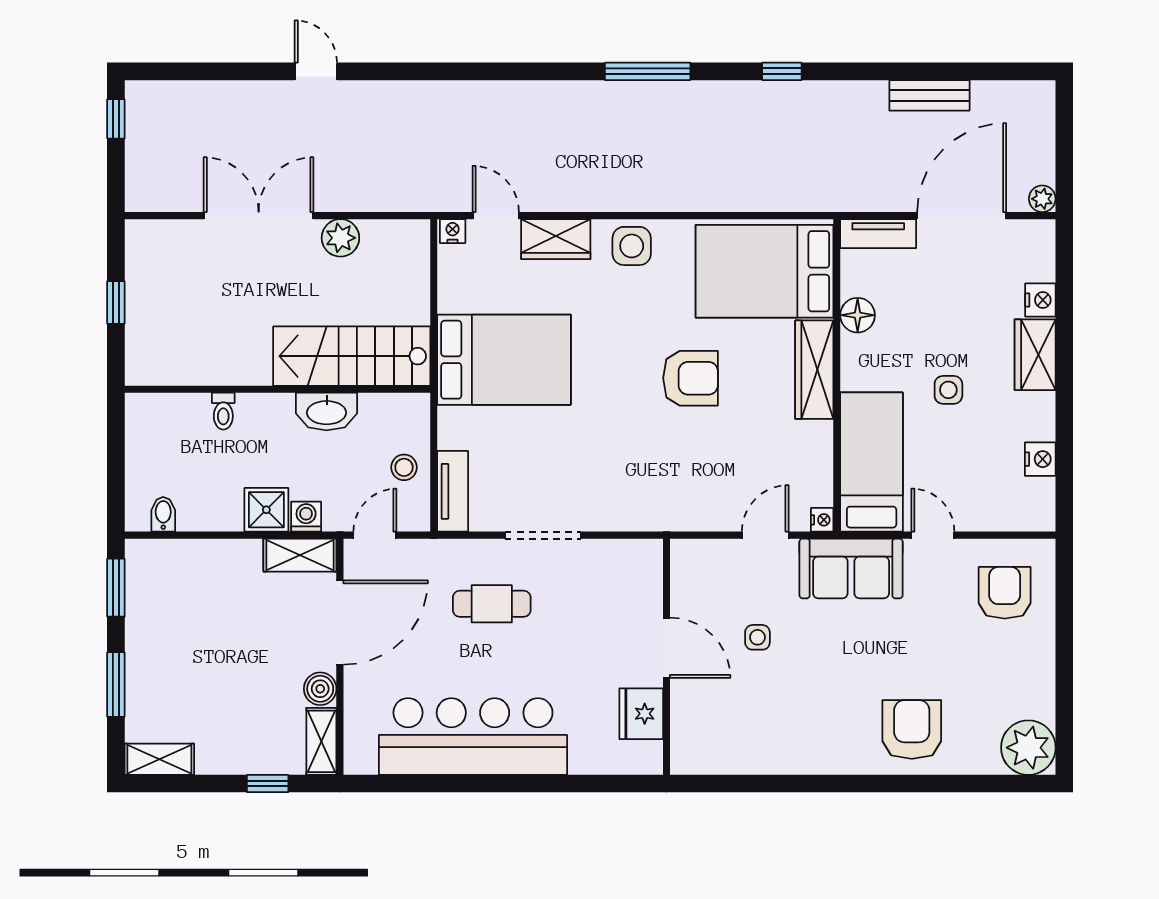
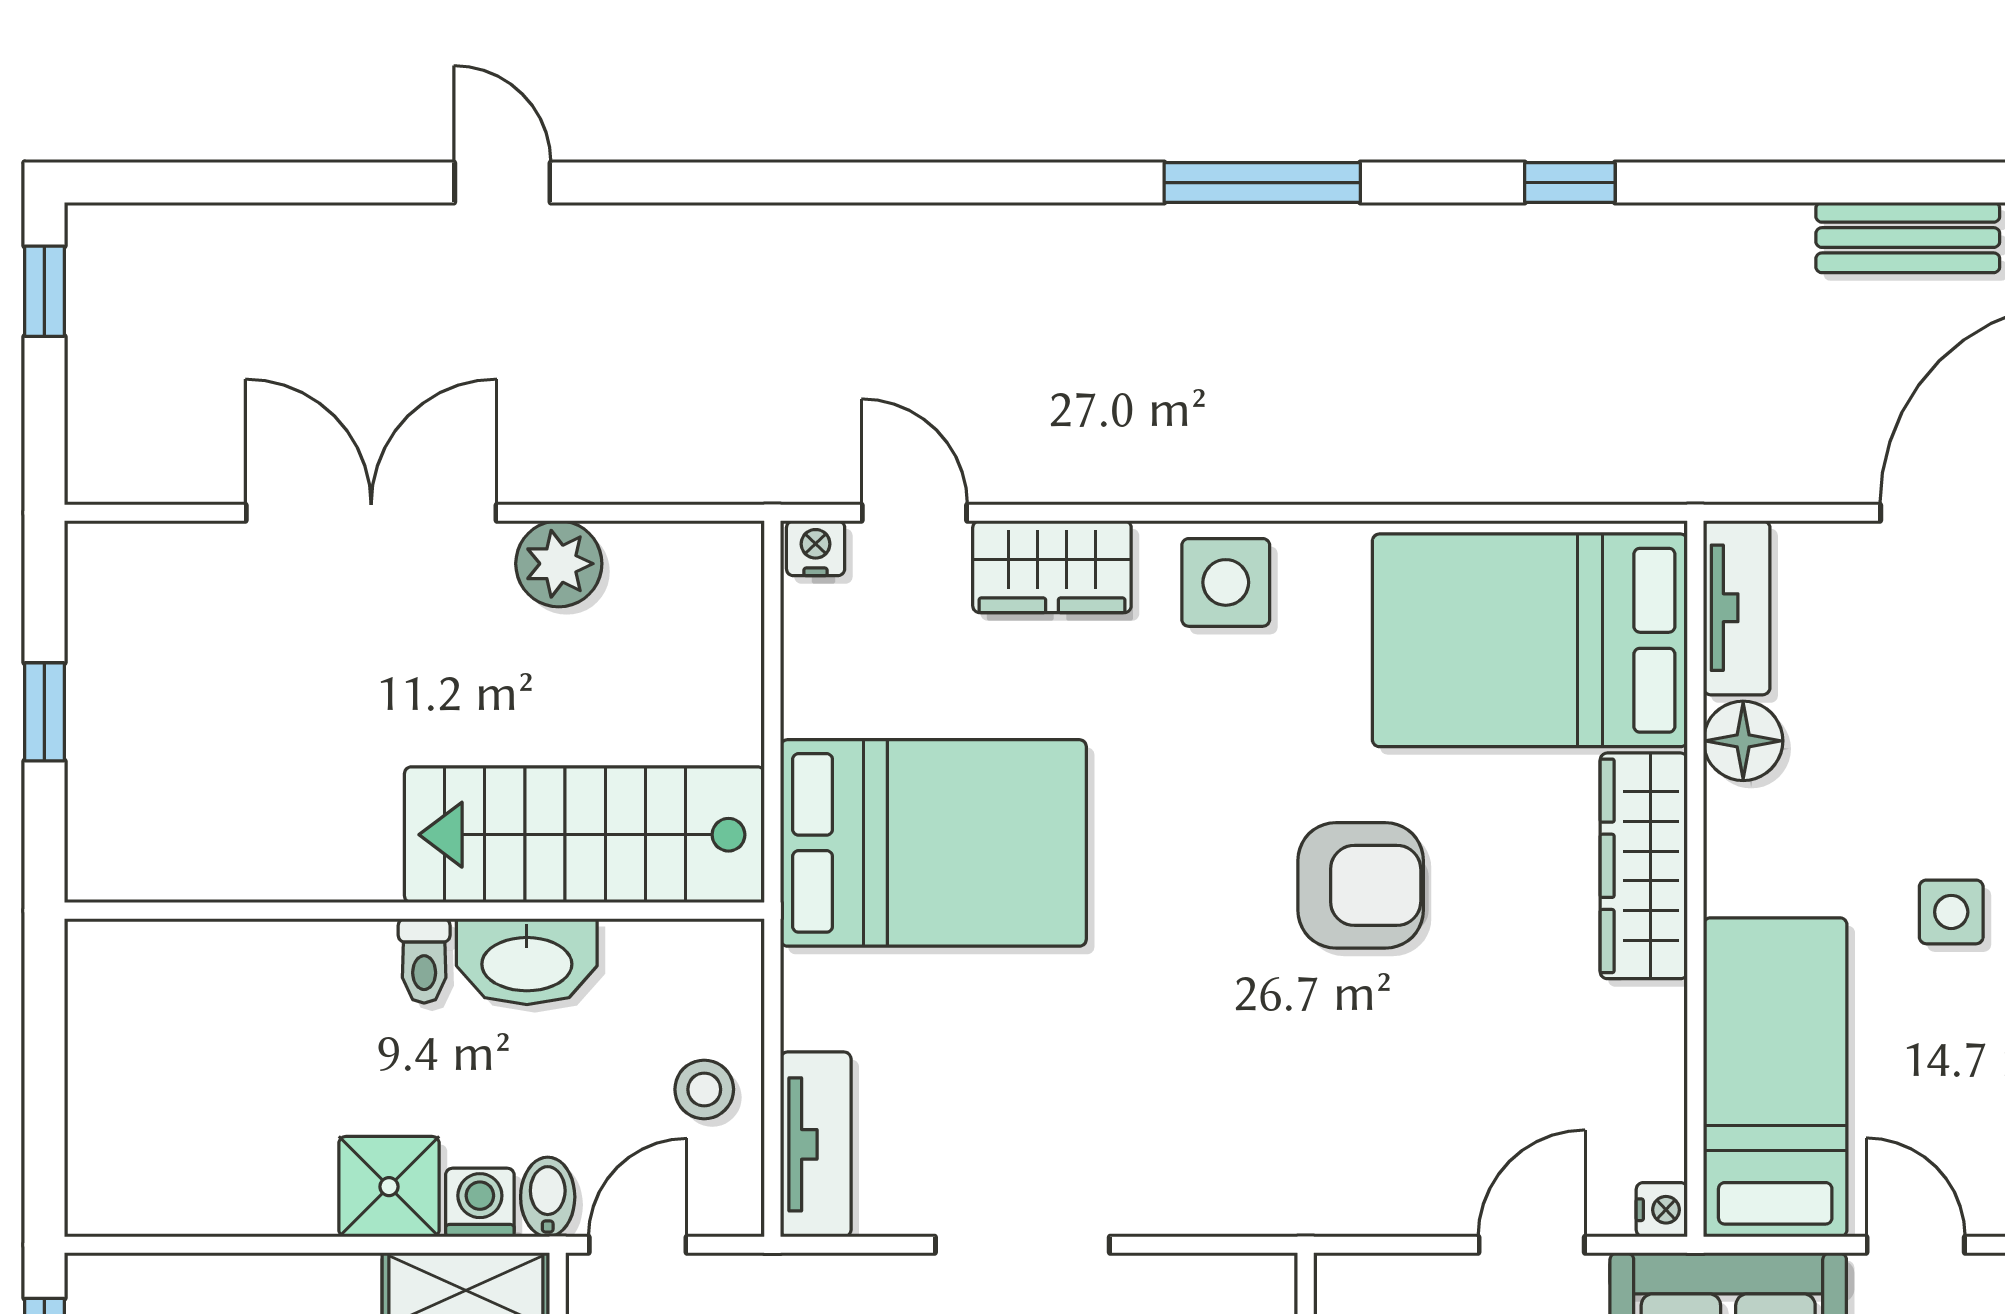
tv unit: (878, 234) -> (1737, 608), moved, turned -90
toilet: (223, 411) -> (424, 961), moved
bidet: (163, 514) -> (548, 1197), moved

